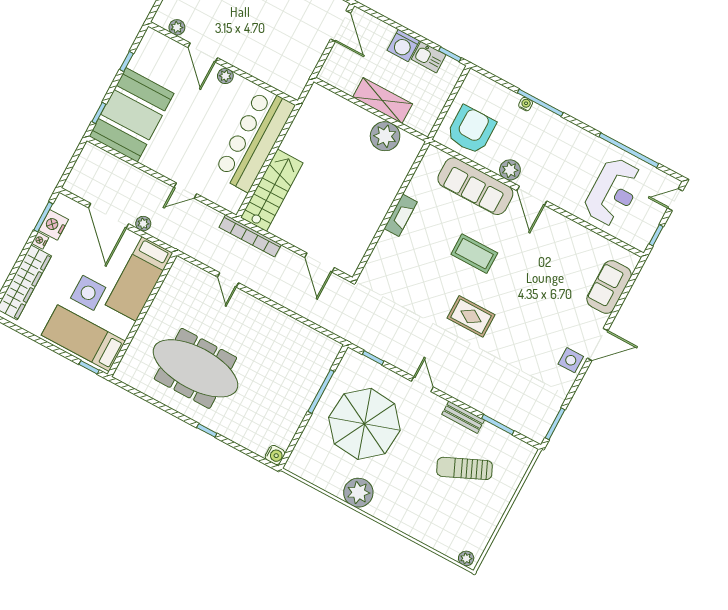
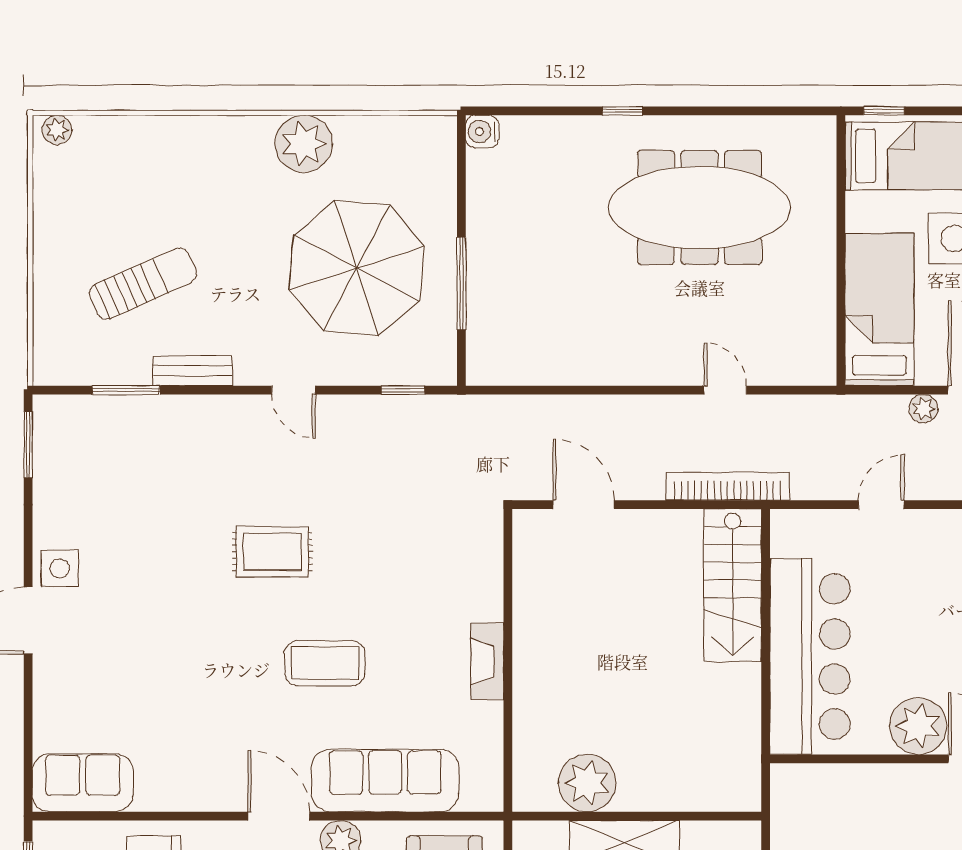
plant: (225, 76) -> (918, 726), width x1.88, depth x1.88
sofa: (609, 287) -> (83, 783), moved, turned -90

